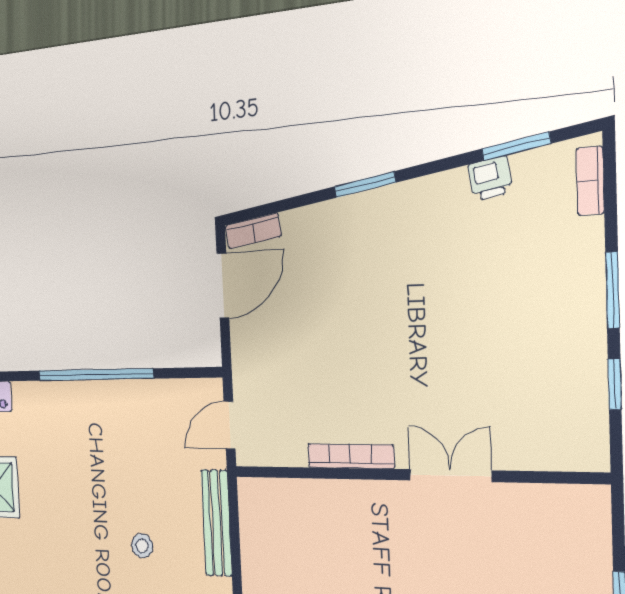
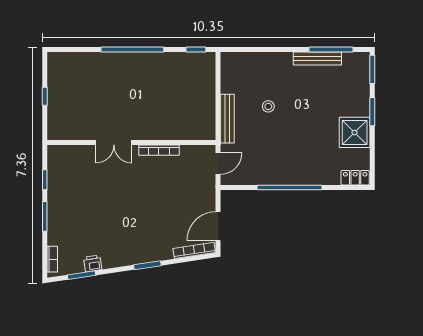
bookcase: (253, 231) -> (194, 250), width x1.56

